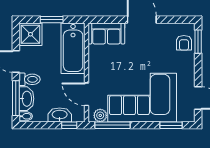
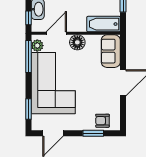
window: (198, 42) -> (93, 133), moved
bathtub: (73, 48) -> (104, 24), width x0.73, depth x0.73
floor lamp: (97, 71) -> (77, 42), added

